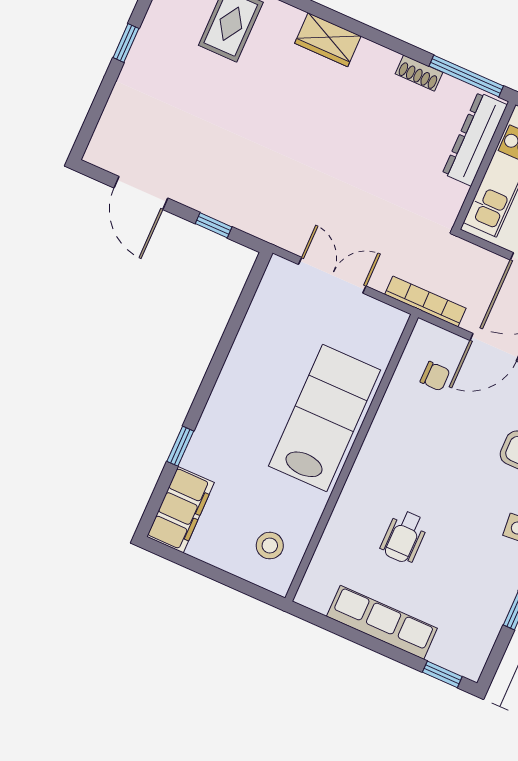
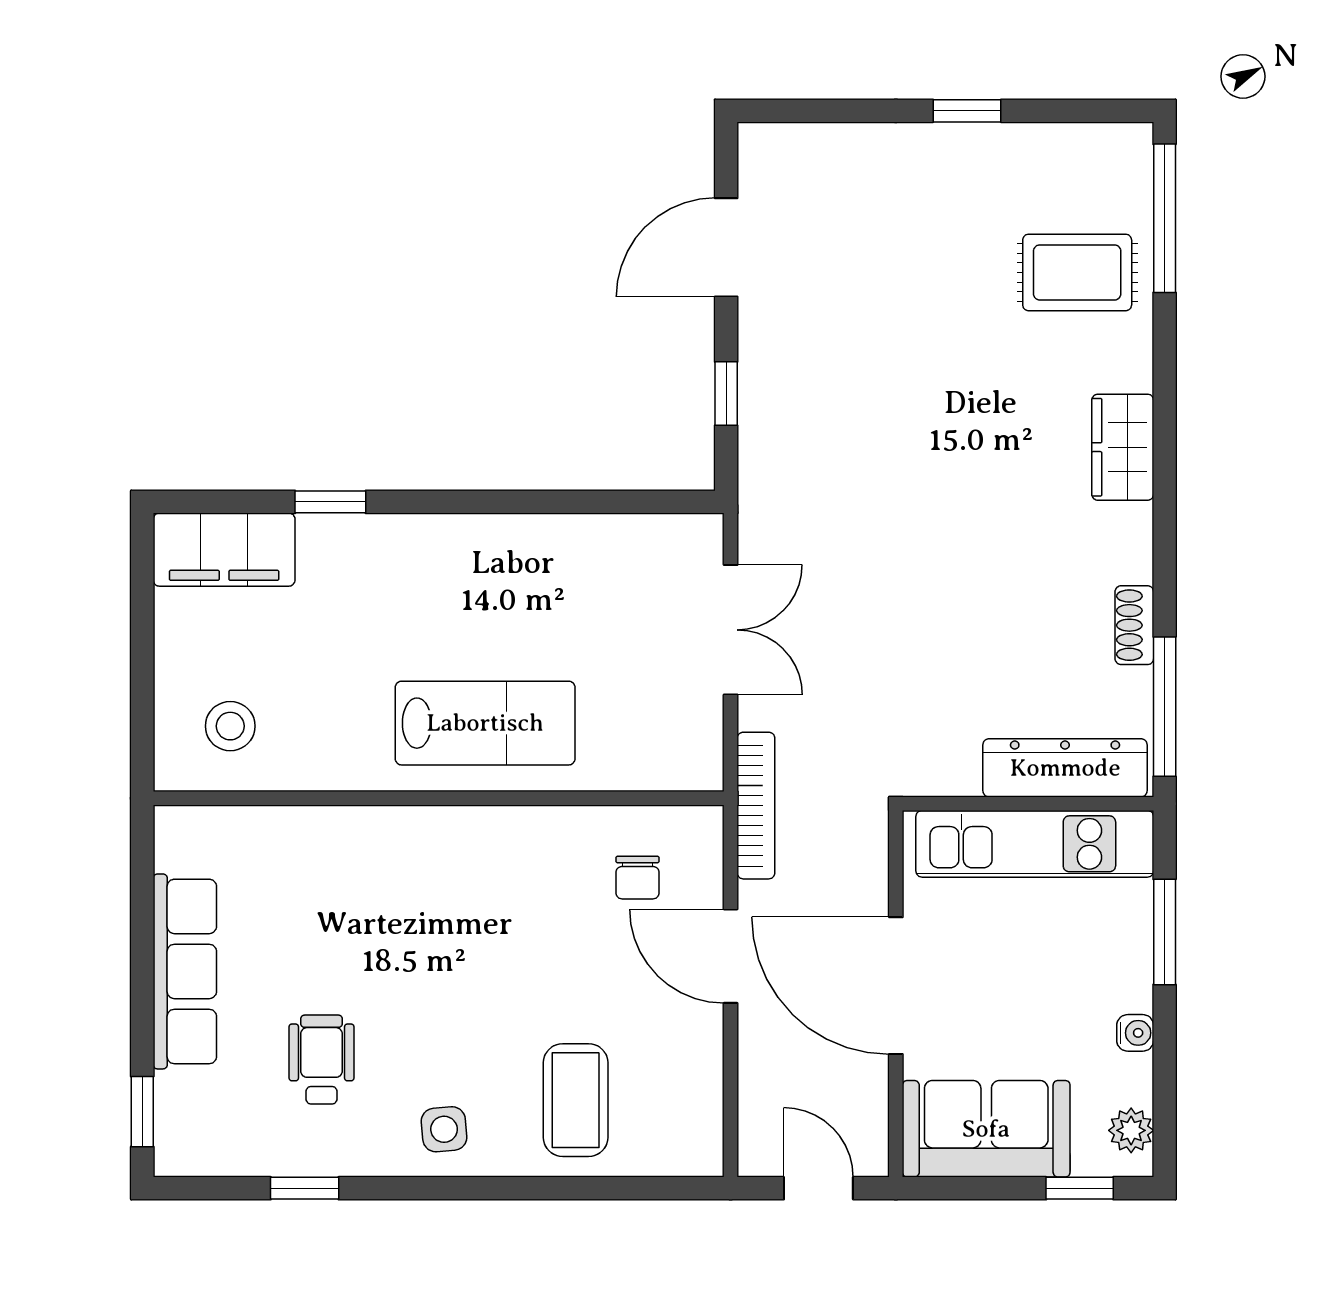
lab bench: (325, 418) -> (485, 723), width x0.73, depth x0.72
wheelchair: (404, 537) -> (322, 1060), moved, turned 90

